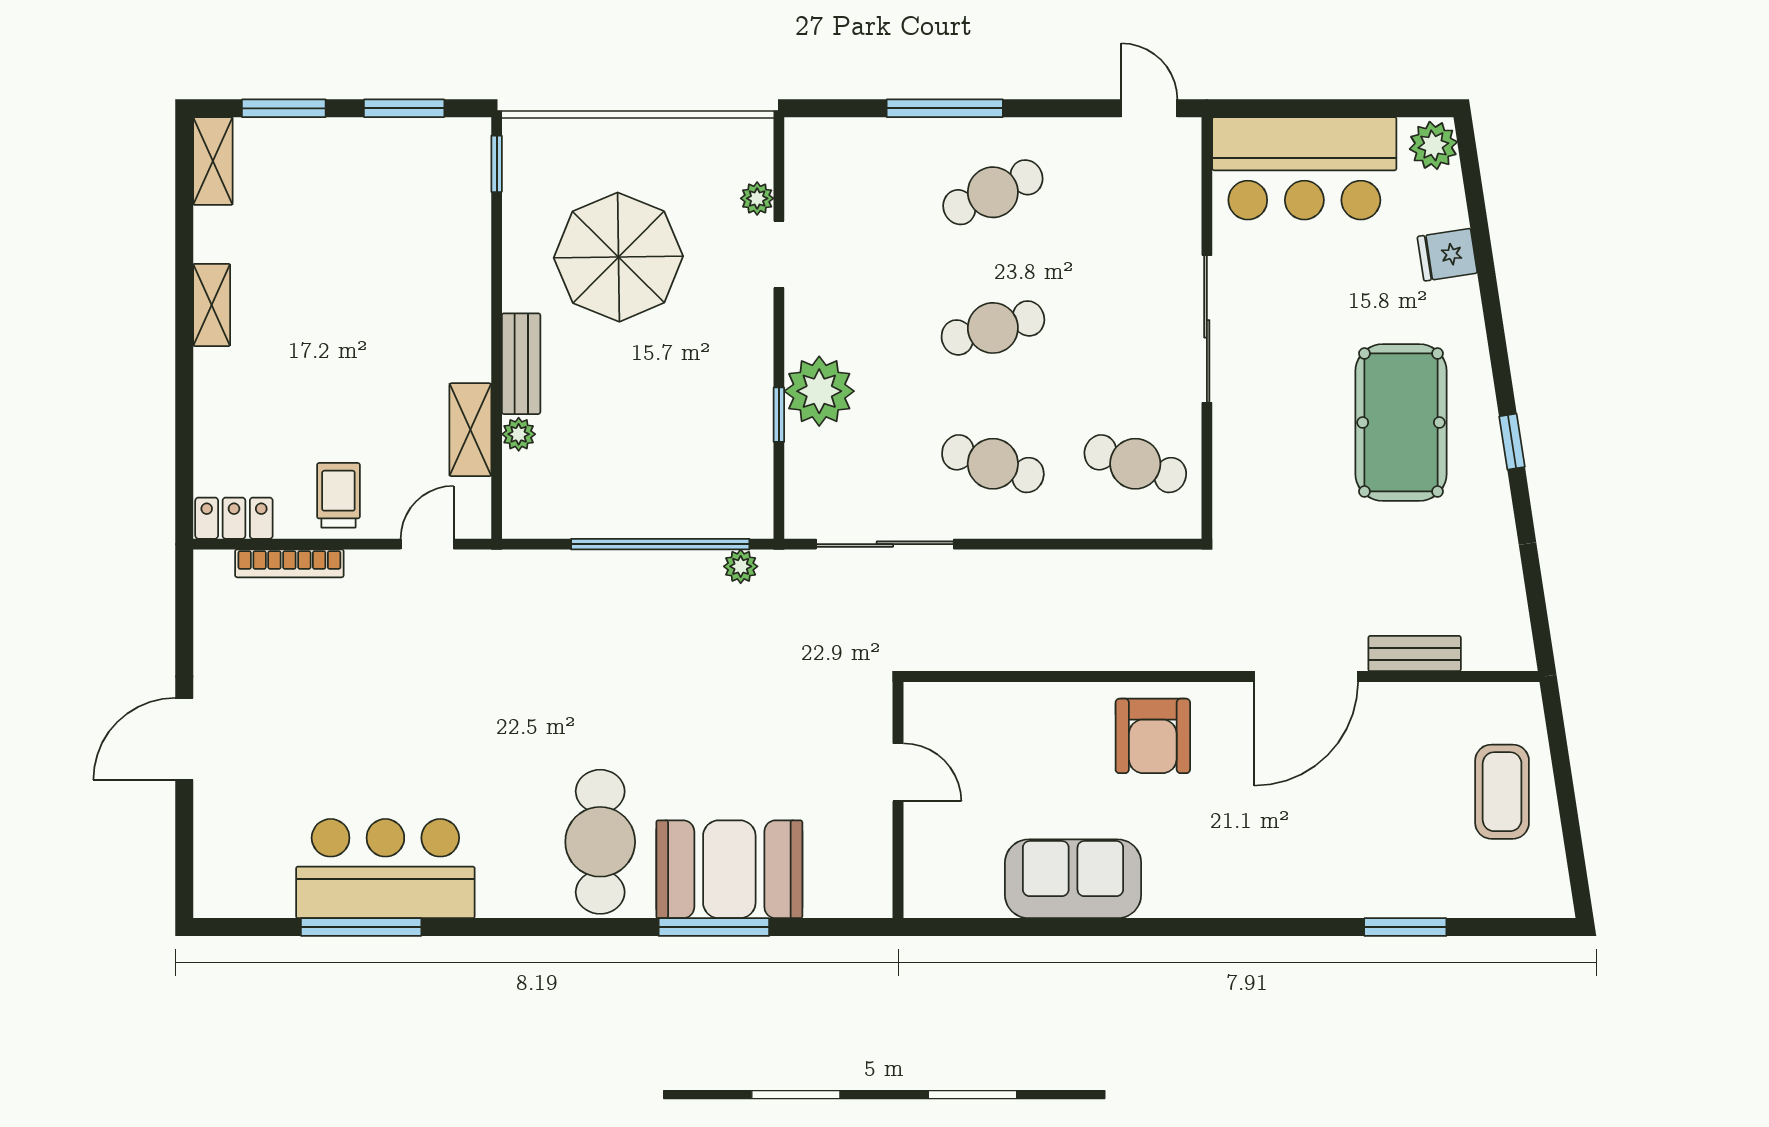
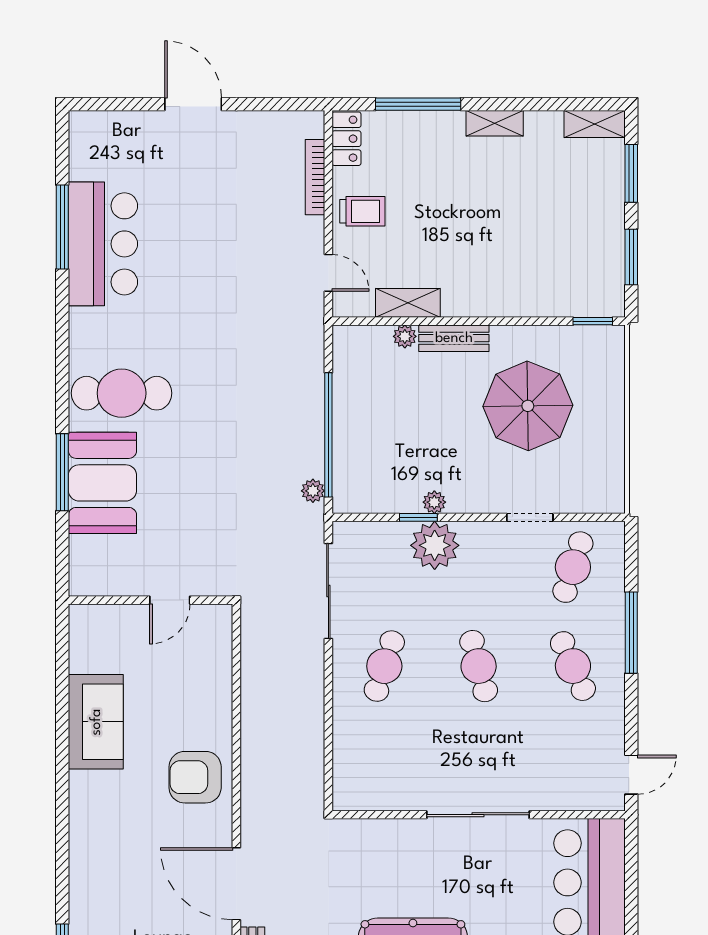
plant: (757, 198) -> (434, 502), moved
window: (184, 415) -> (418, 104), added
cafe table: (1135, 464) -> (573, 567), moved

